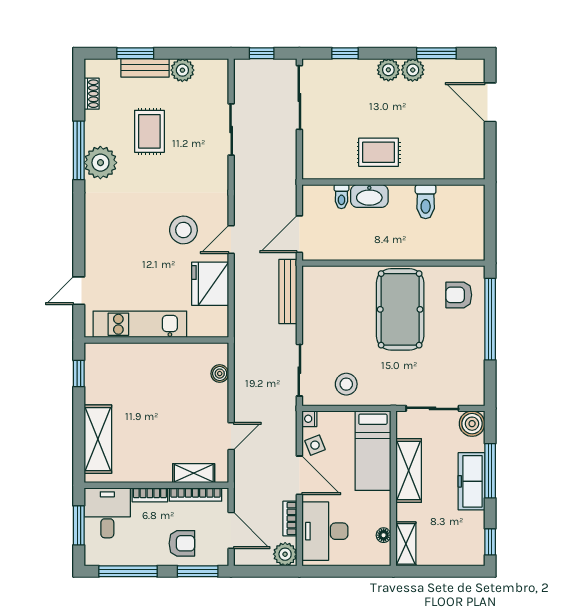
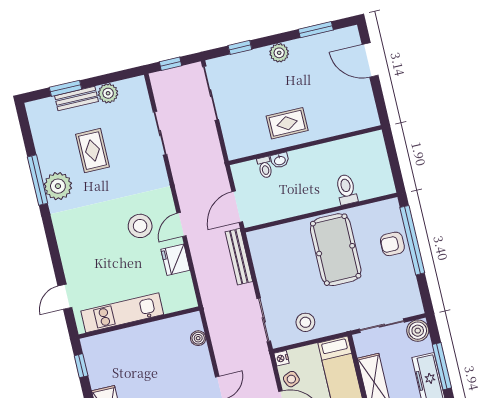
plant: (413, 70) -> (299, 48), removed
shoe rack: (92, 94) -> (37, 130), removed
washbasin: (369, 196) -> (280, 160), width x0.52, depth x0.69
toilet: (426, 202) -> (346, 189), moved, turned 180
fridge: (210, 284) -> (175, 260), width x0.73, depth x0.75
armchair: (459, 295) -> (392, 244), moved

